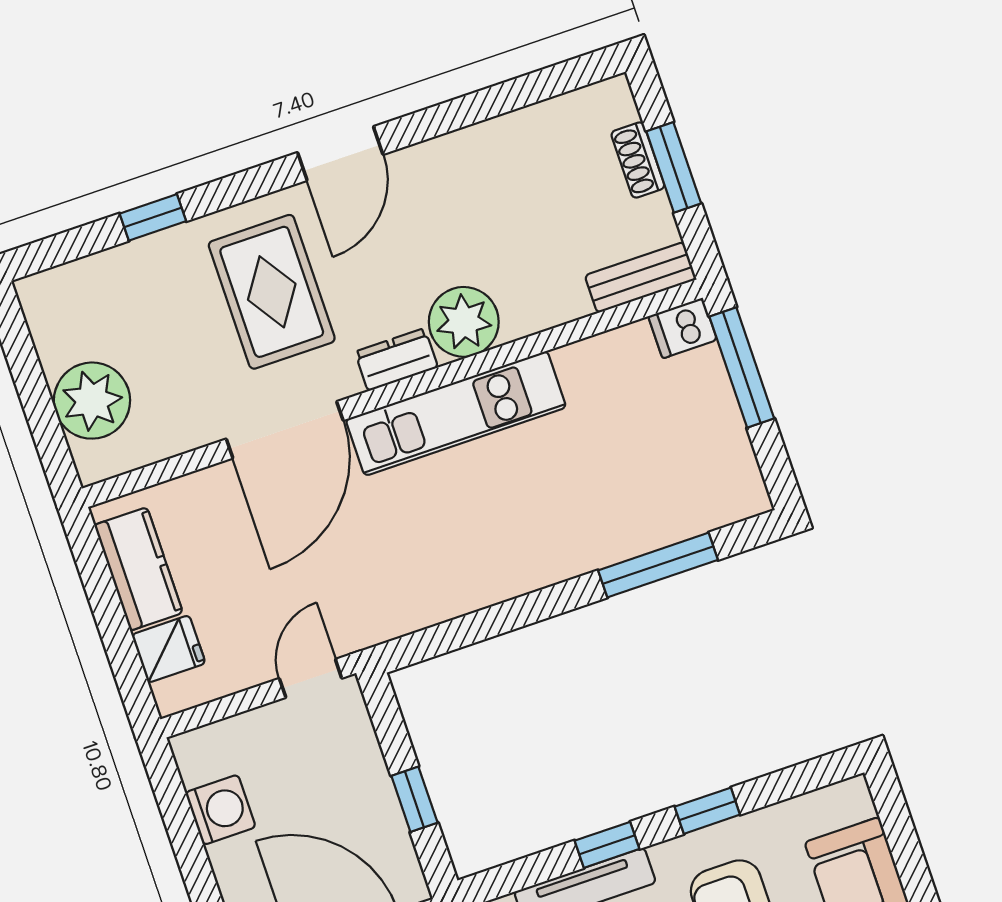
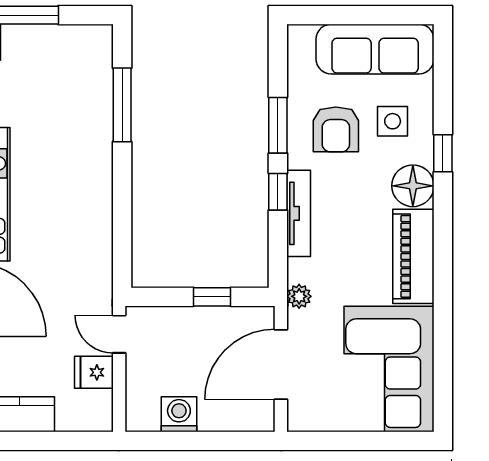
fridge: (169, 649) -> (94, 372), moved, turned -90
window: (707, 811) -> (278, 125), width x1.50

